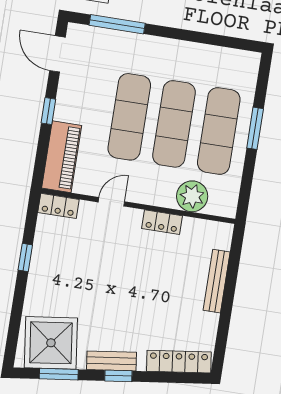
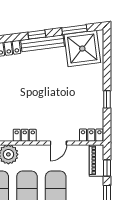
window: (42, 151) -> (107, 168), added
piano: (62, 157) -> (96, 160), width x0.73, depth x0.75
bench: (112, 361) -> (43, 43), width x1.36

